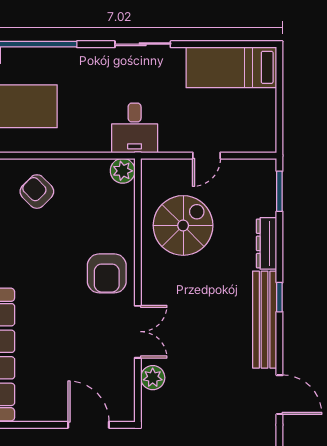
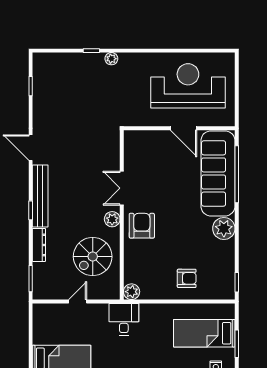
armchair: (37, 192) -> (187, 278), turned -45
plant: (153, 378) -> (112, 219), moved
door: (89, 425) -> (184, 128), moved

